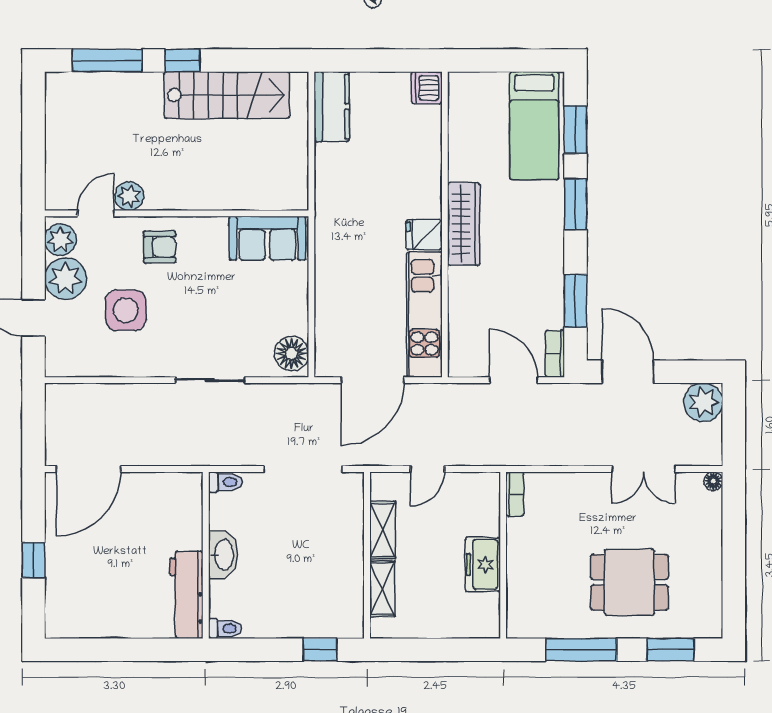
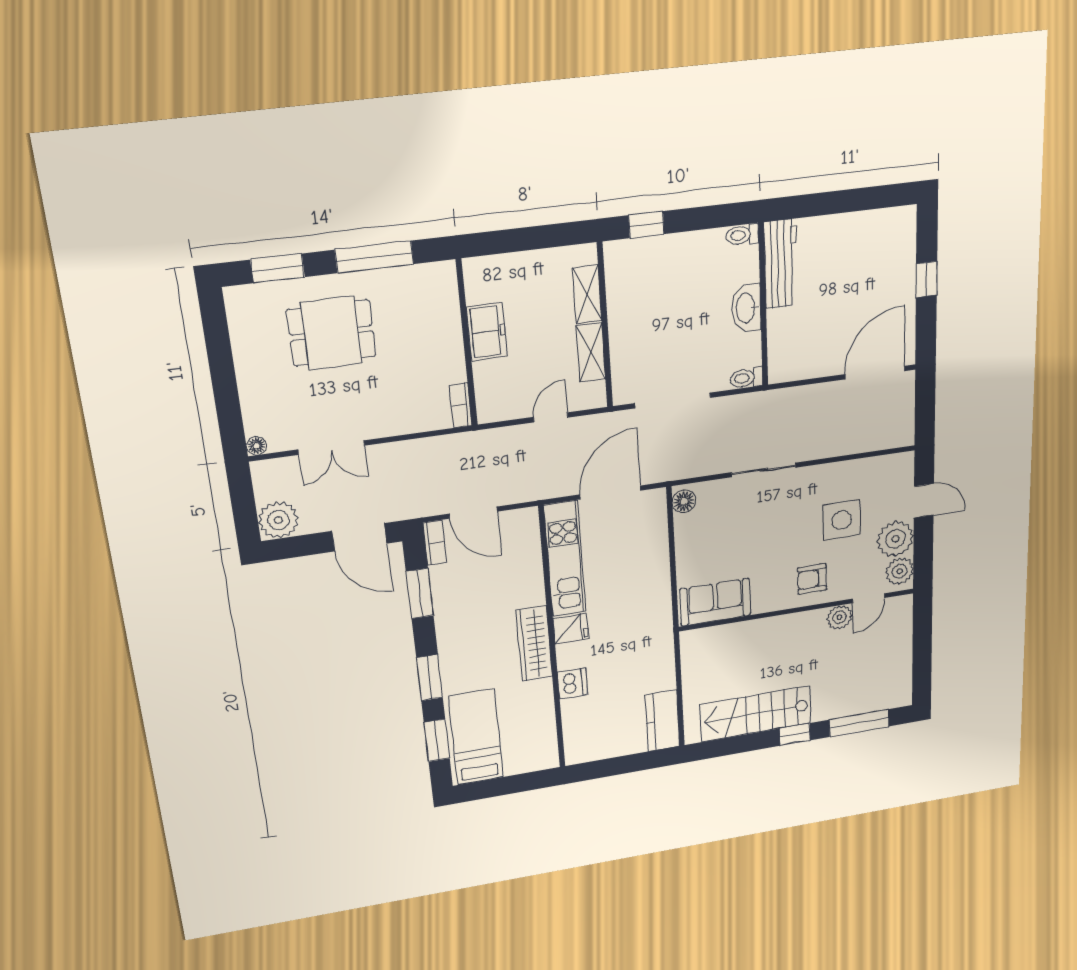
dishwasher: (427, 88) -> (572, 684), moved
floor lamp: (291, 354) -> (684, 501), width x0.73, depth x0.73
double door: (644, 469) -> (331, 448), swing flipped

